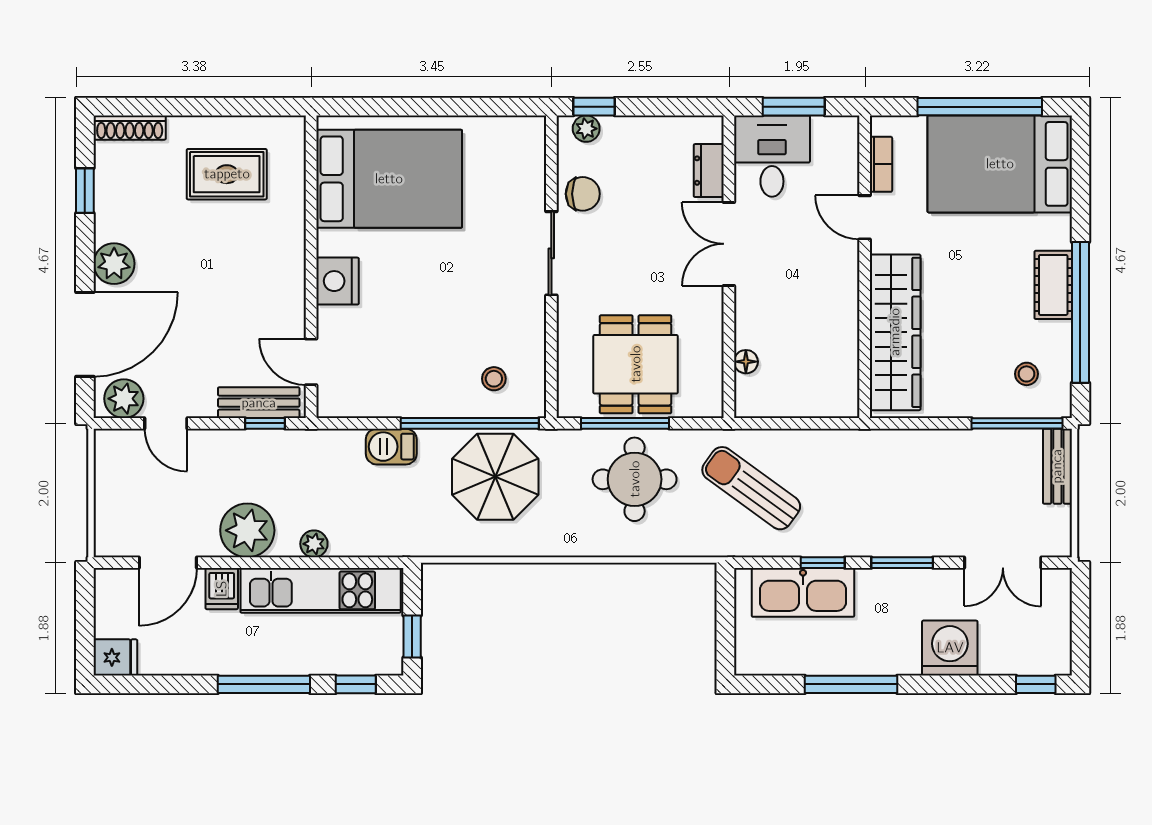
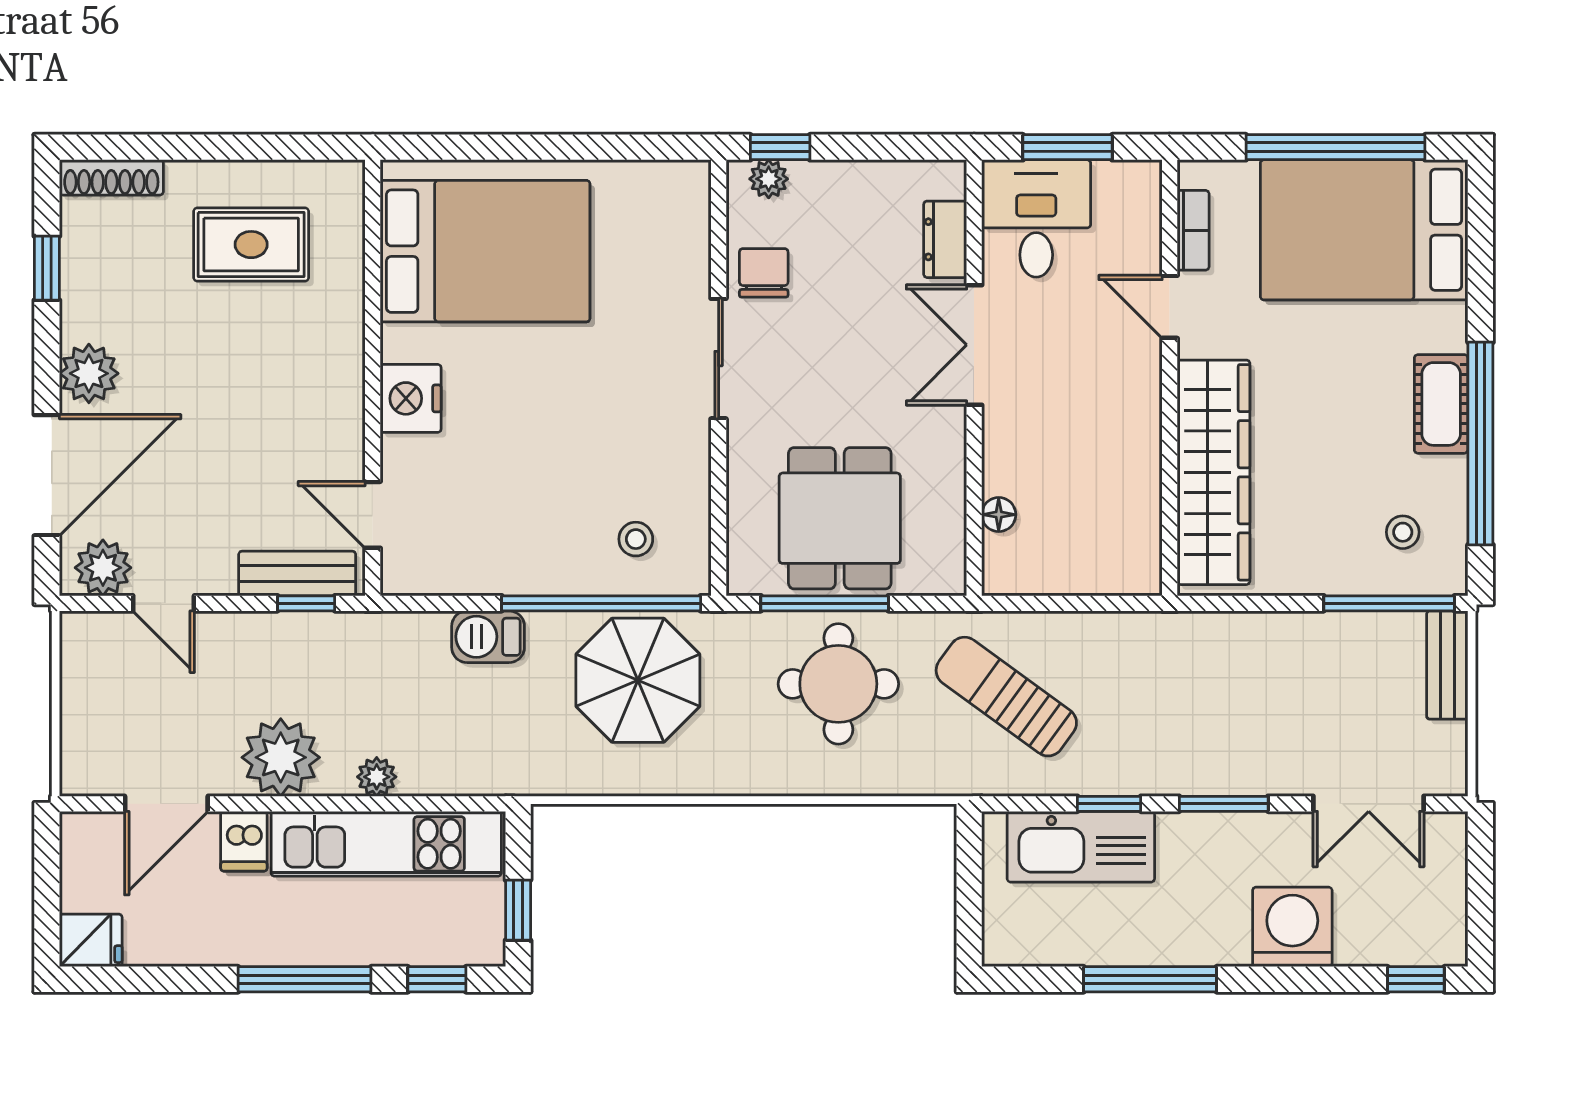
chair: (583, 194) -> (764, 273), turned -90

